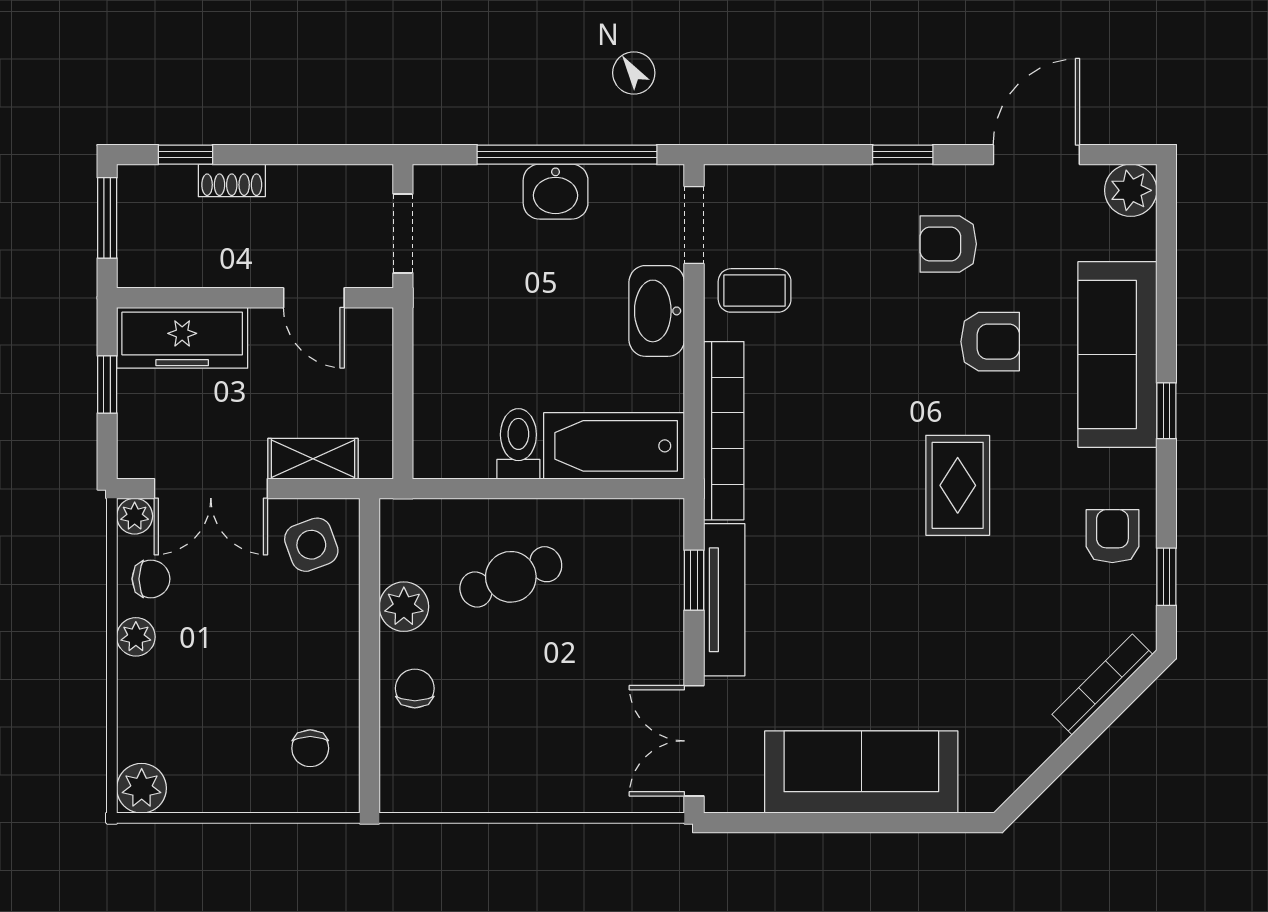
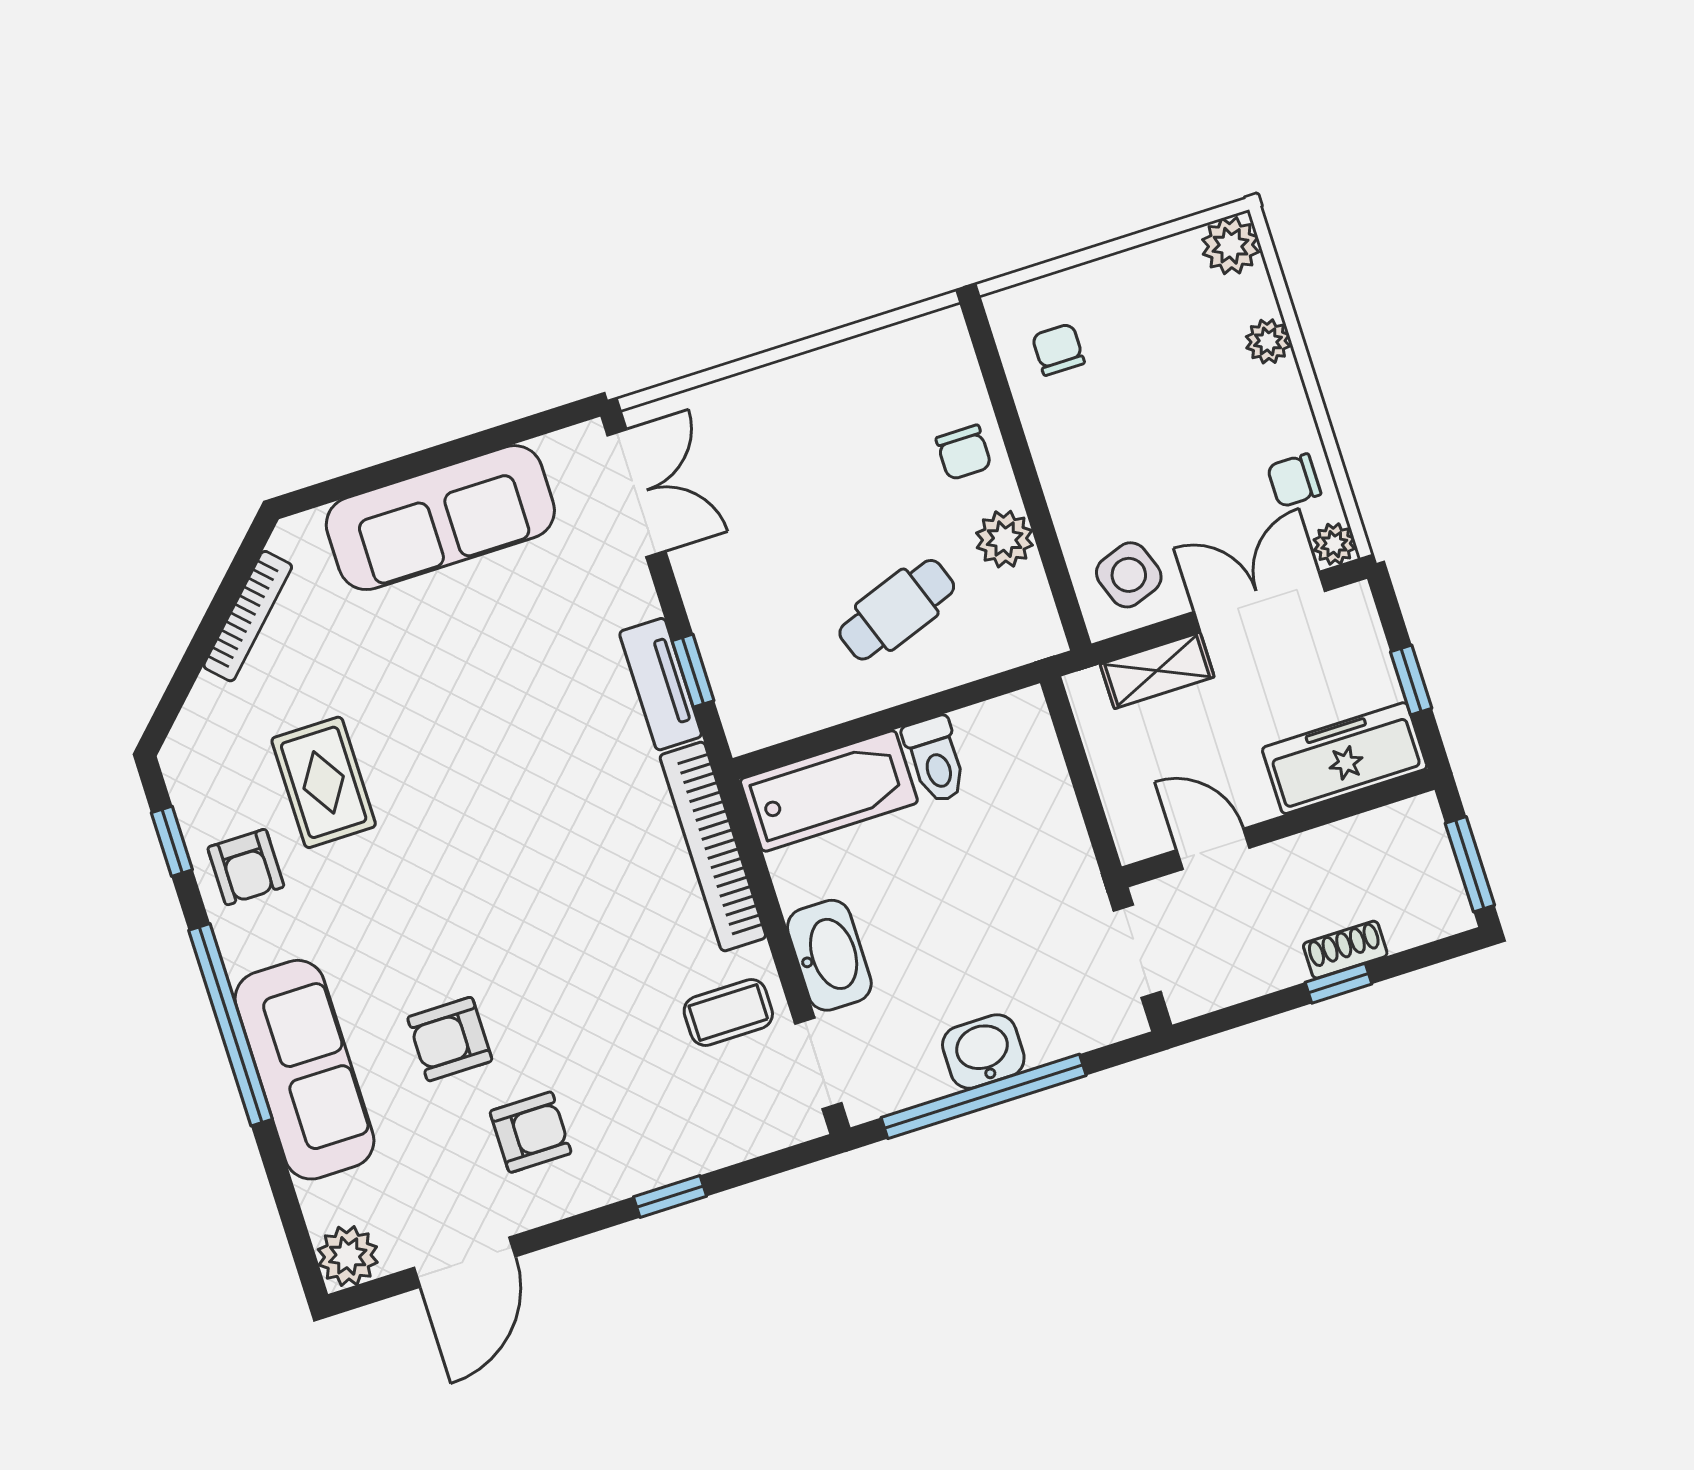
window: (185, 155) -> (1338, 983), moved
window: (903, 155) -> (670, 1197), moved
window: (1166, 411) -> (231, 1025), width x3.17
rug: (958, 485) -> (324, 782), moved
tv unit: (724, 600) -> (661, 684), width x0.71
plant: (136, 637) -> (1268, 341), moved
bookcase: (1102, 684) -> (248, 616), moved

